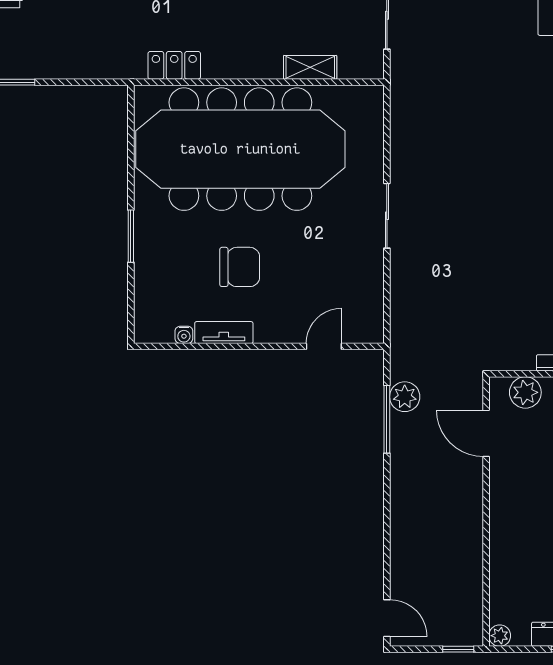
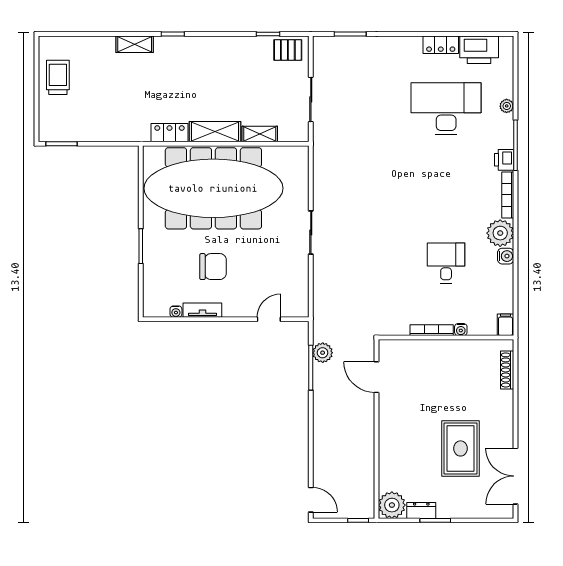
shelving: (243, 64) -> (215, 132), added
plant: (525, 392) -> (403, 350), removed
plant: (500, 636) -> (392, 505), width x1.88, depth x1.88

